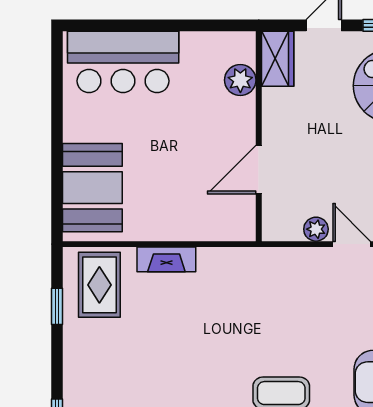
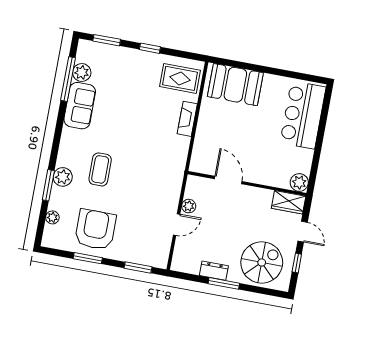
plant: (240, 80) -> (299, 183), moved
window: (57, 306) -> (150, 48), moved

